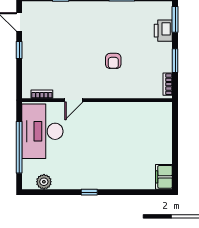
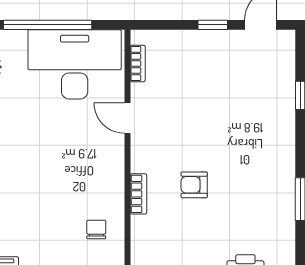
bookcase: (119, 94) -> (138, 194), added
chair: (140, 119) -> (96, 229), added

